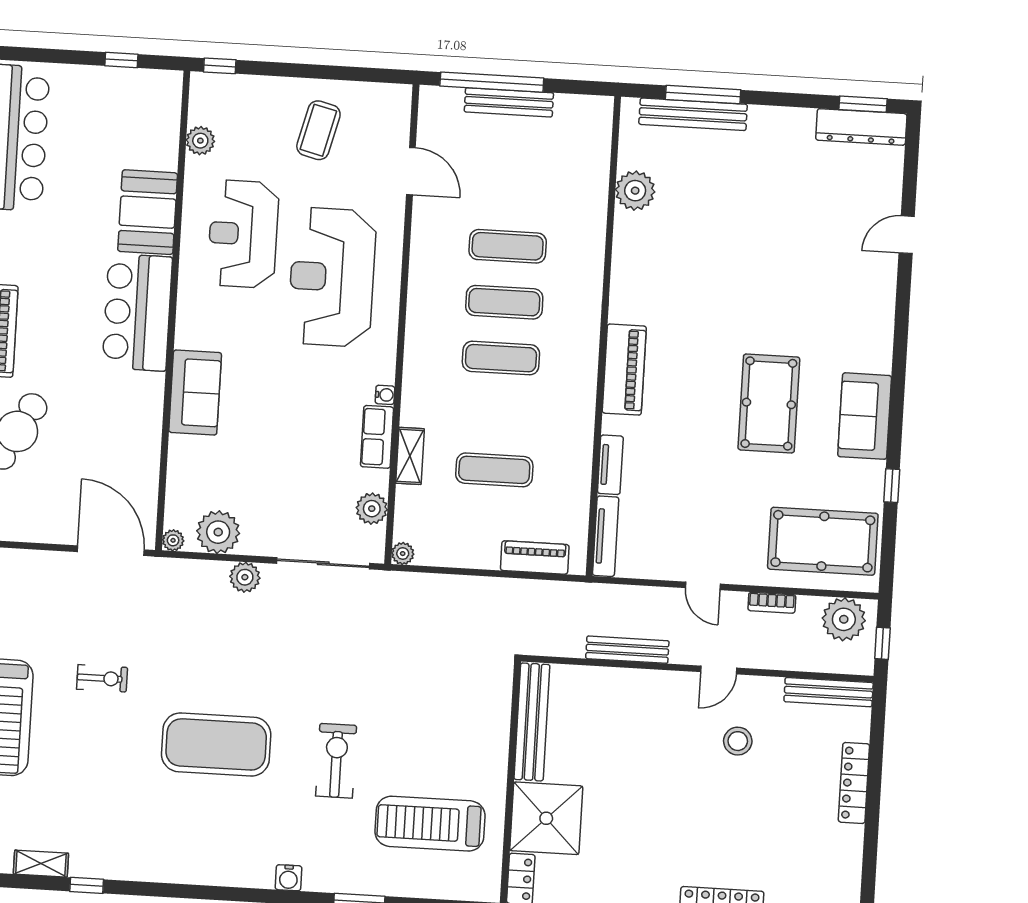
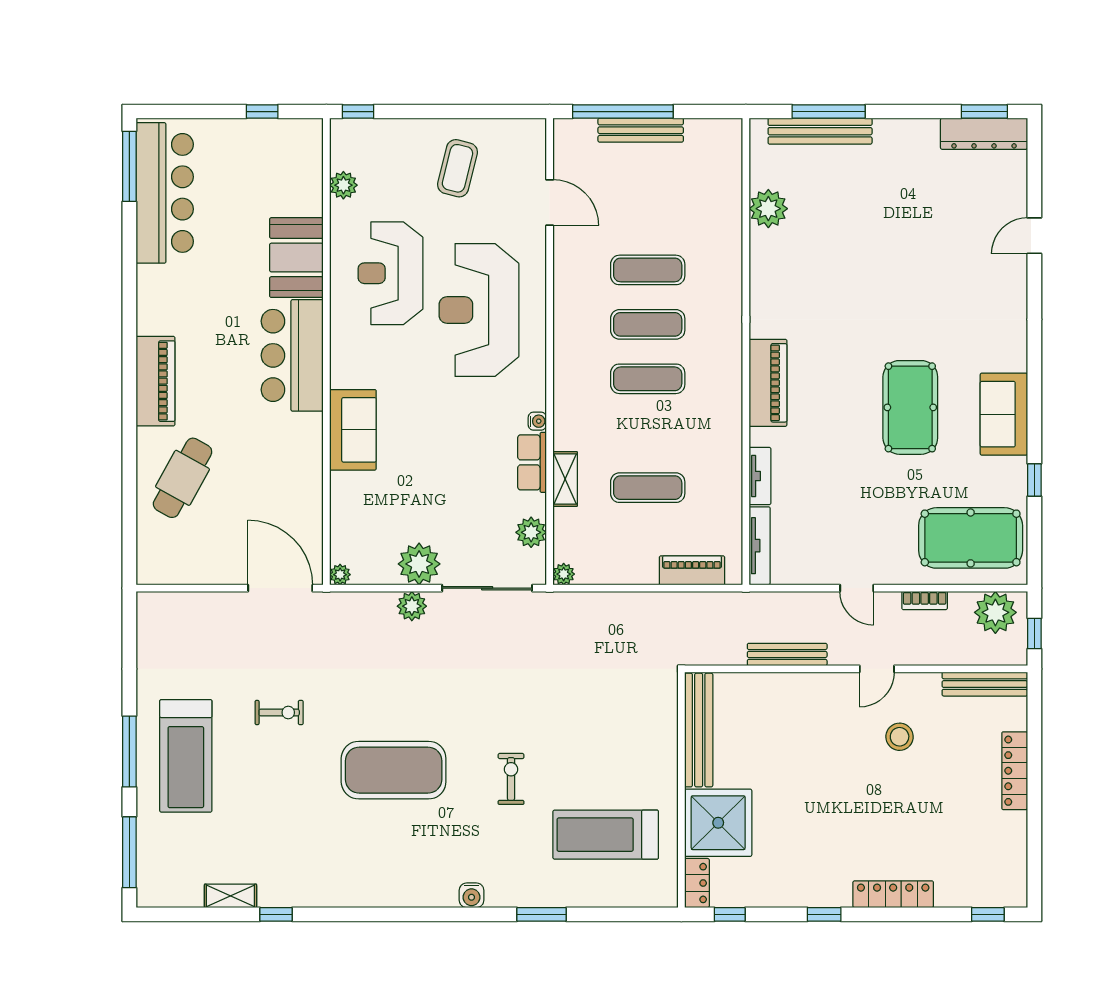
plant: (218, 532) -> (419, 564), moved
exercise bike: (336, 761) -> (511, 779), width x0.73, depth x0.72

